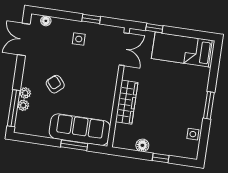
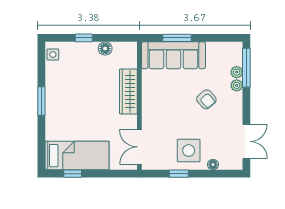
floor lamp: (46, 21) -> (213, 165), moved
window: (154, 28) -> (73, 174), moved
side table: (79, 39) -> (189, 151), width x1.87, depth x1.87
side table: (193, 134) -> (53, 54), moved

